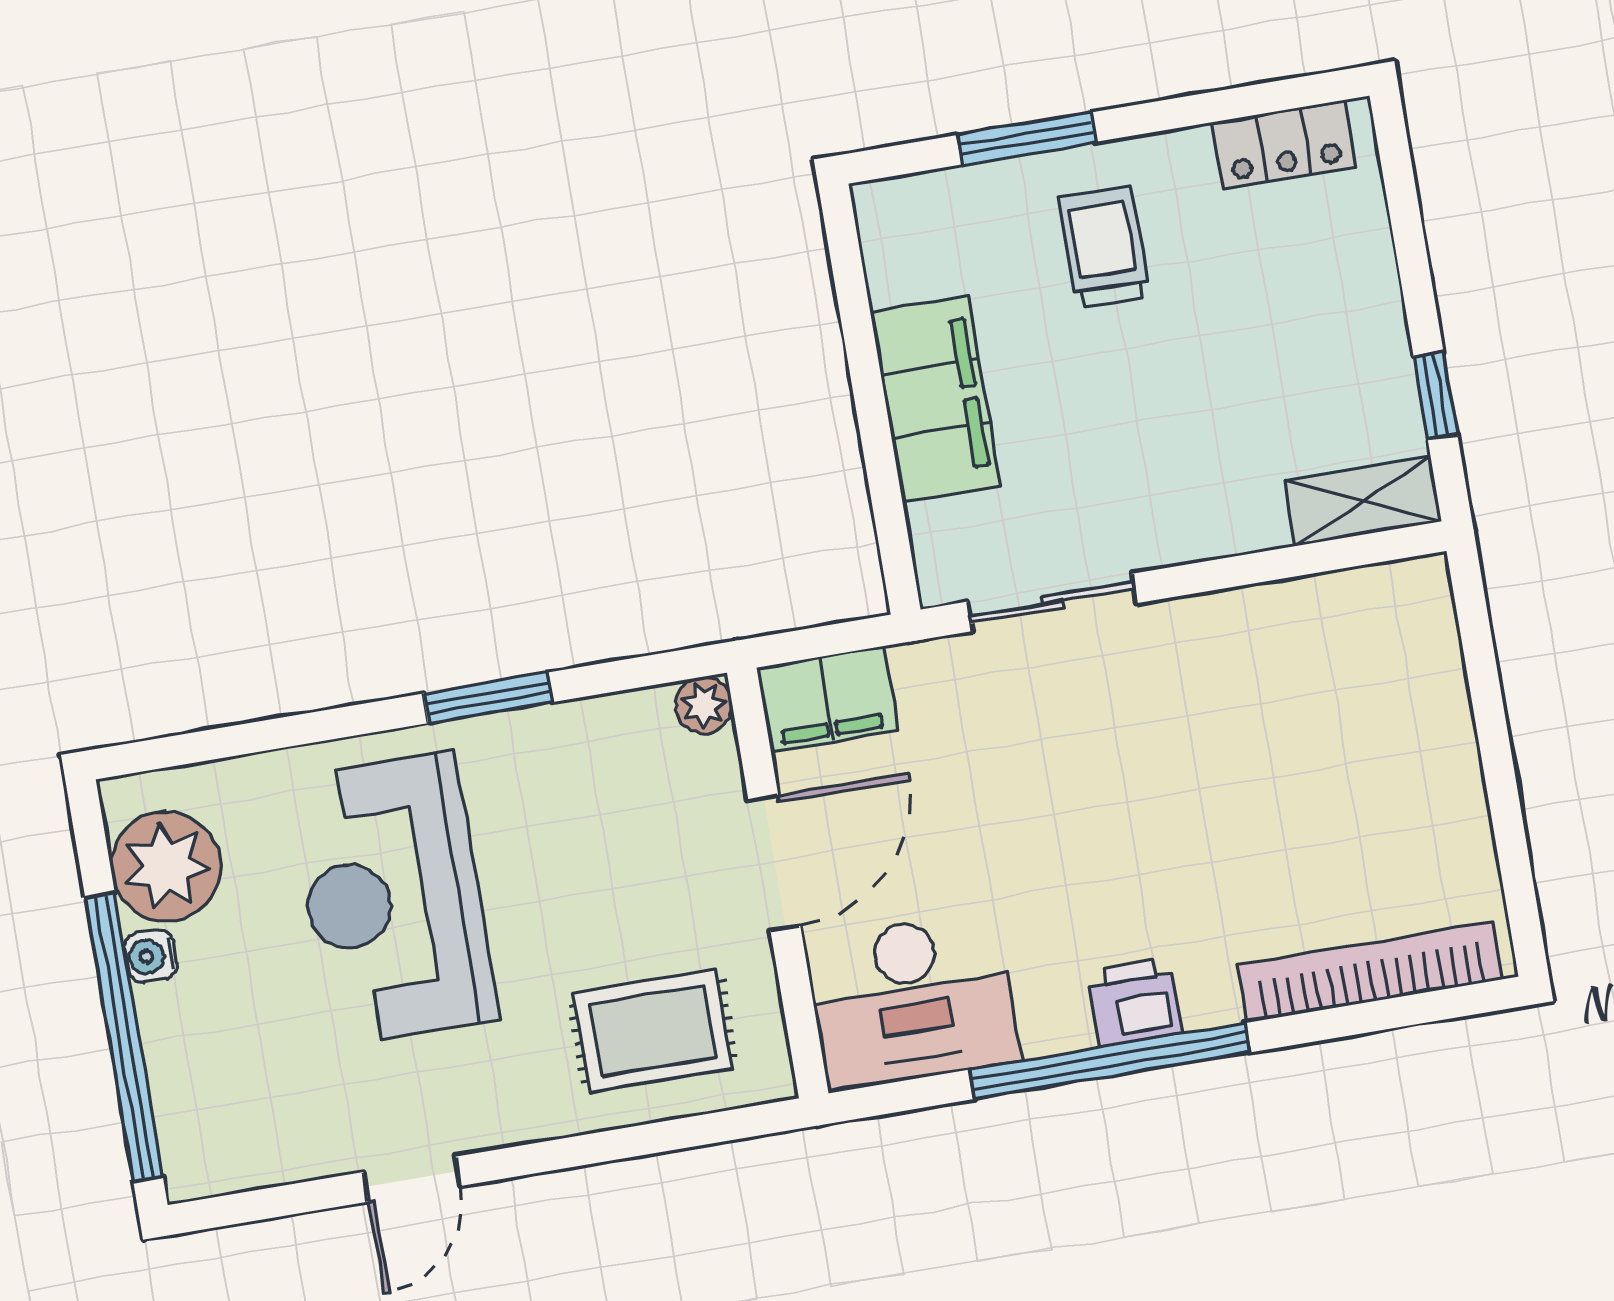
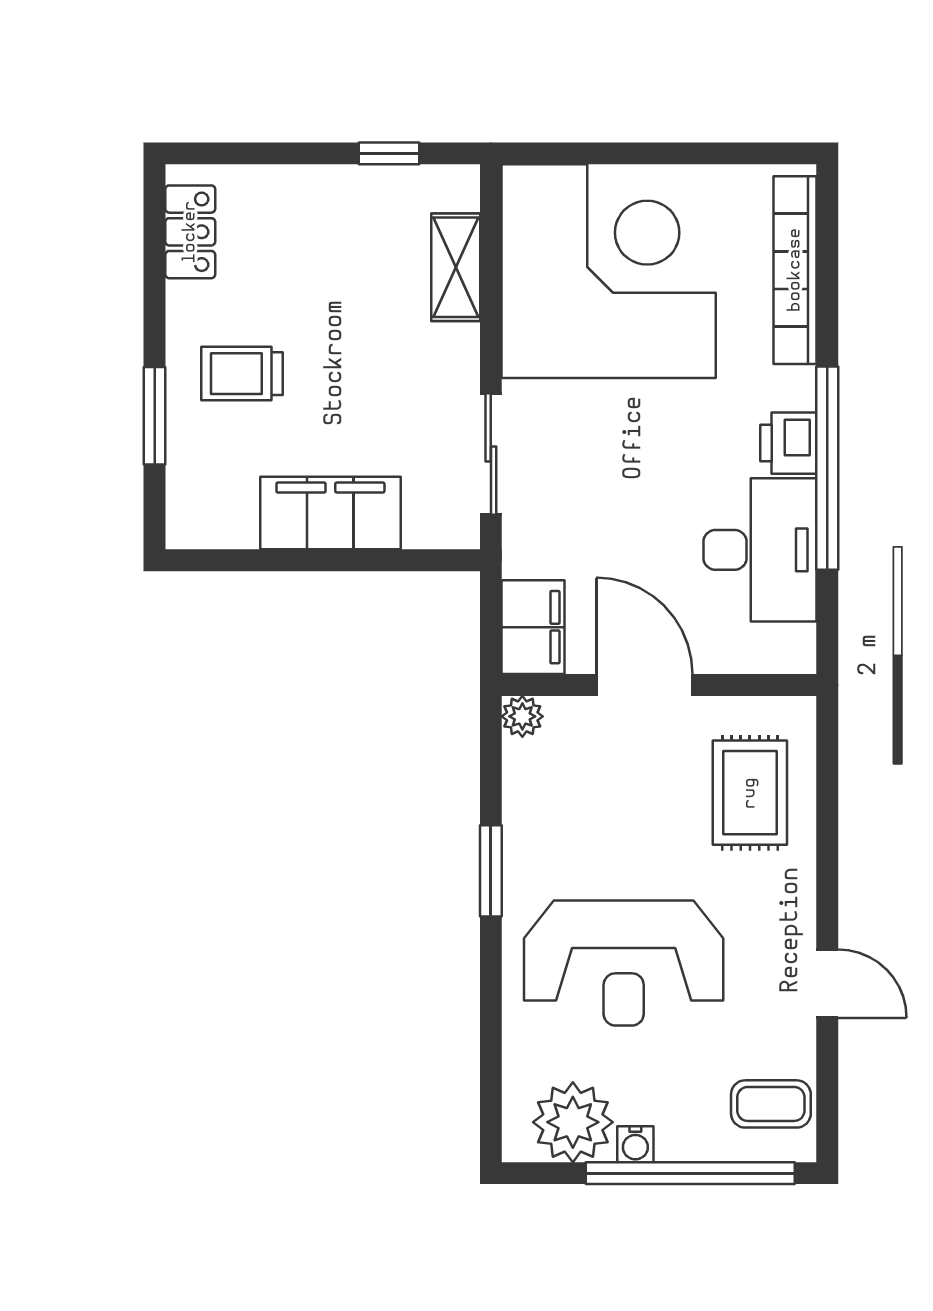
shelving: (1363, 501) -> (456, 267), moved
corner desk: (1326, 720) -> (609, 271), added
desk: (913, 1001) -> (760, 550), moved
coffee table: (236, 1130) -> (771, 1104), added

